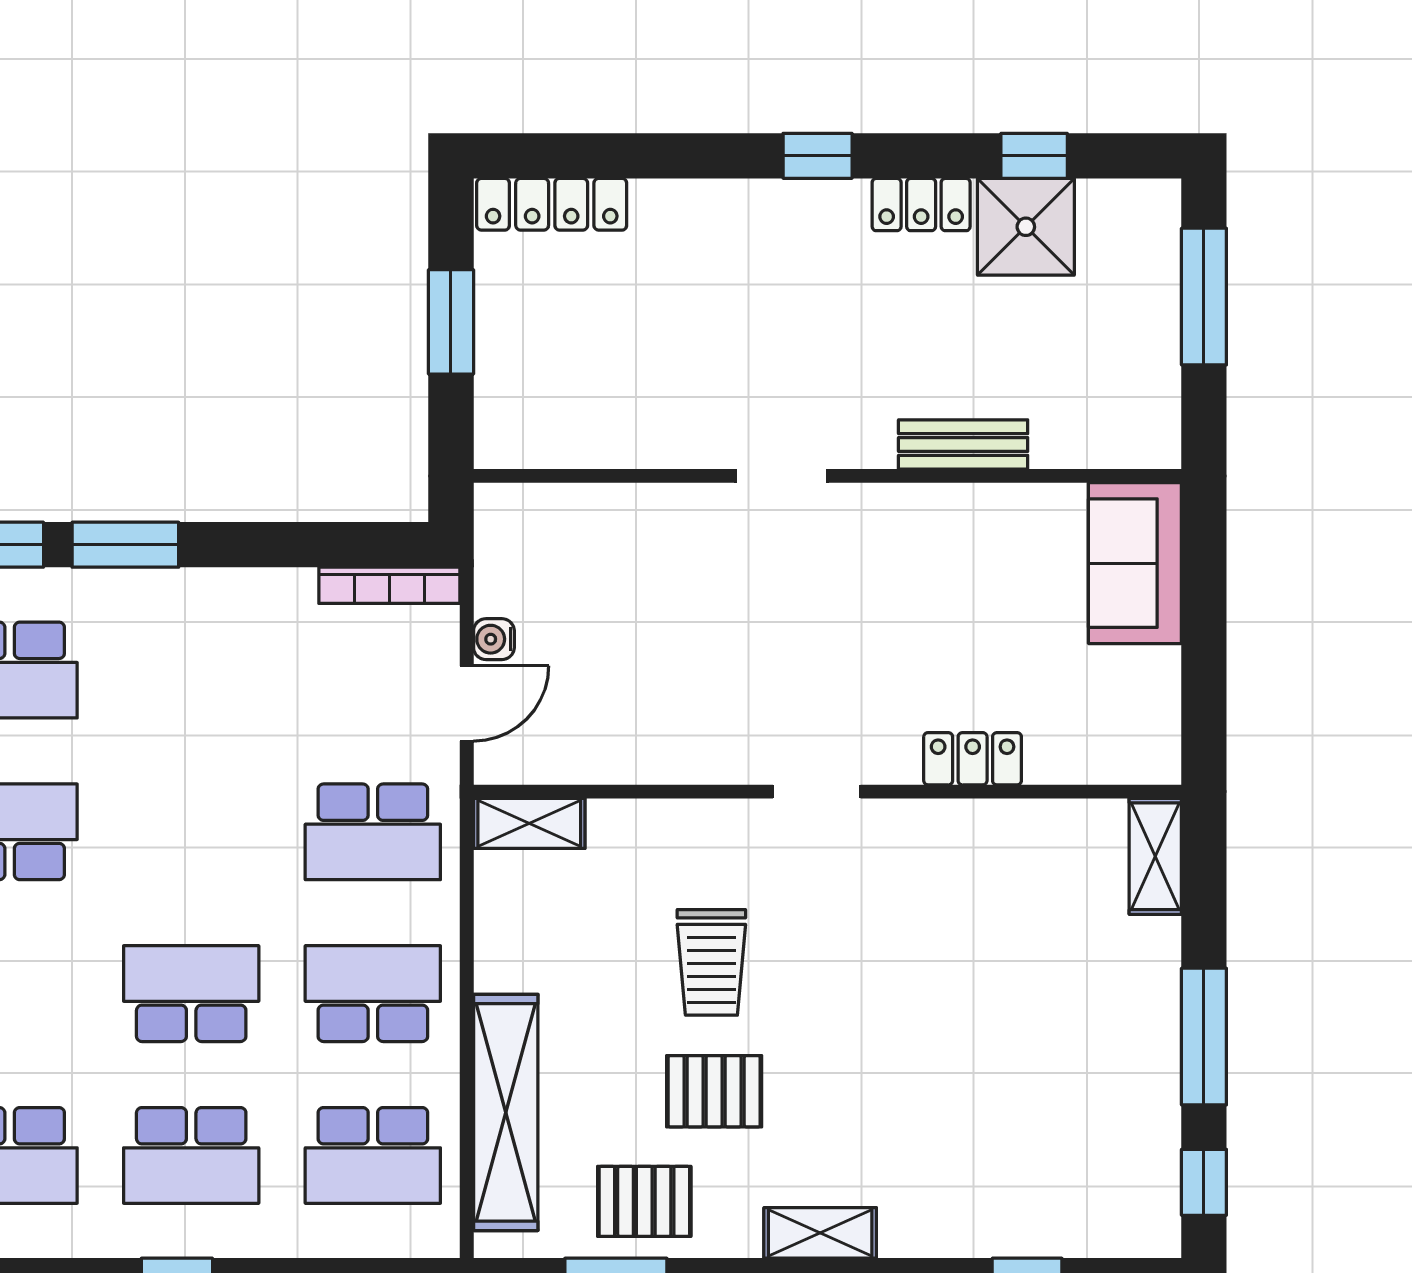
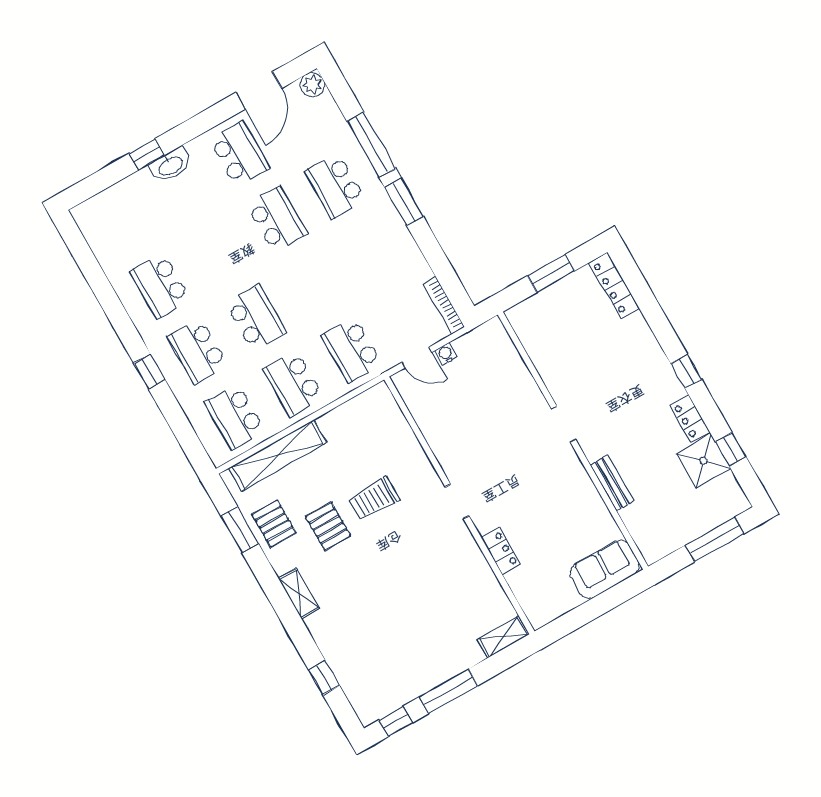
shelving: (529, 823) -> (387, 405), removed
school desk: (373, 994) -> (293, 383), turned 180

